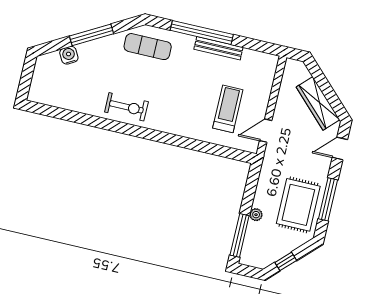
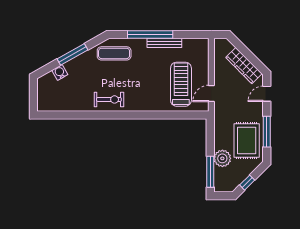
treadmill: (228, 109) -> (181, 84), width x1.37, depth x1.38
plant: (256, 215) -> (222, 158), width x1.88, depth x1.88

